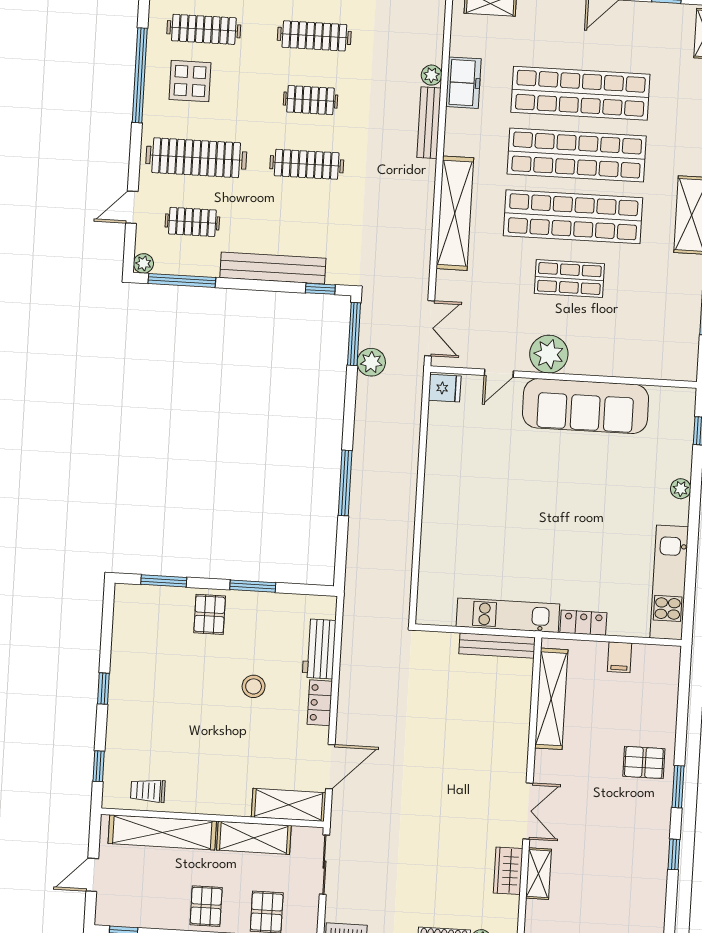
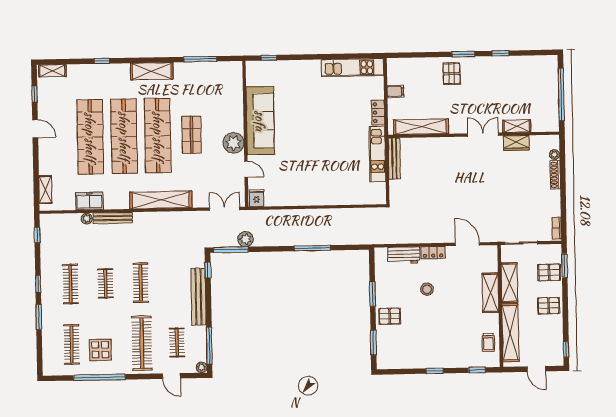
plant: (681, 489) -> (301, 65), removed
shelving: (289, 805) -> (490, 293), moved

